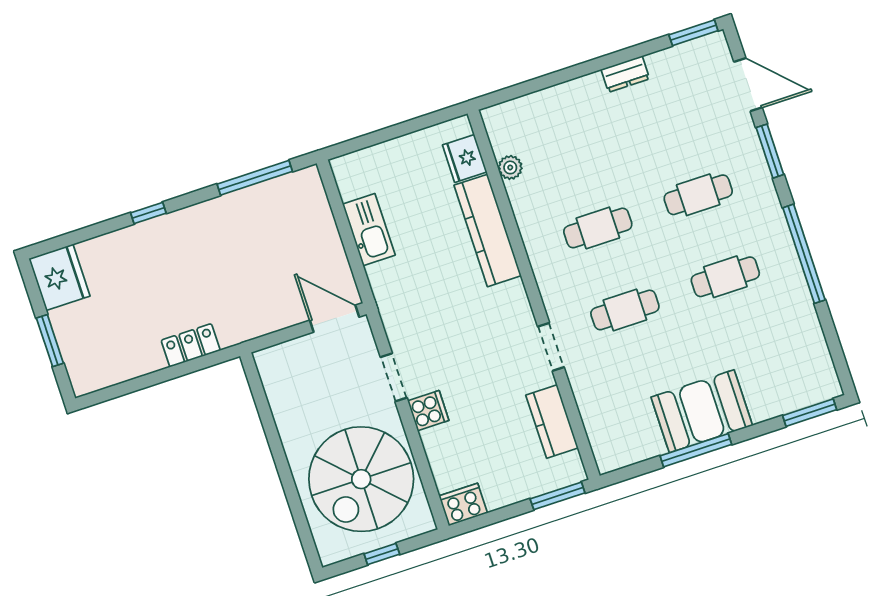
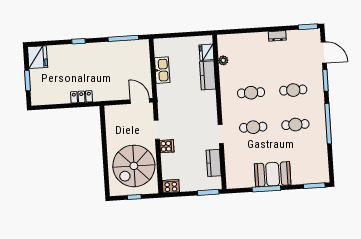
kitchen counter: (488, 230) -> (208, 75), width x0.67

